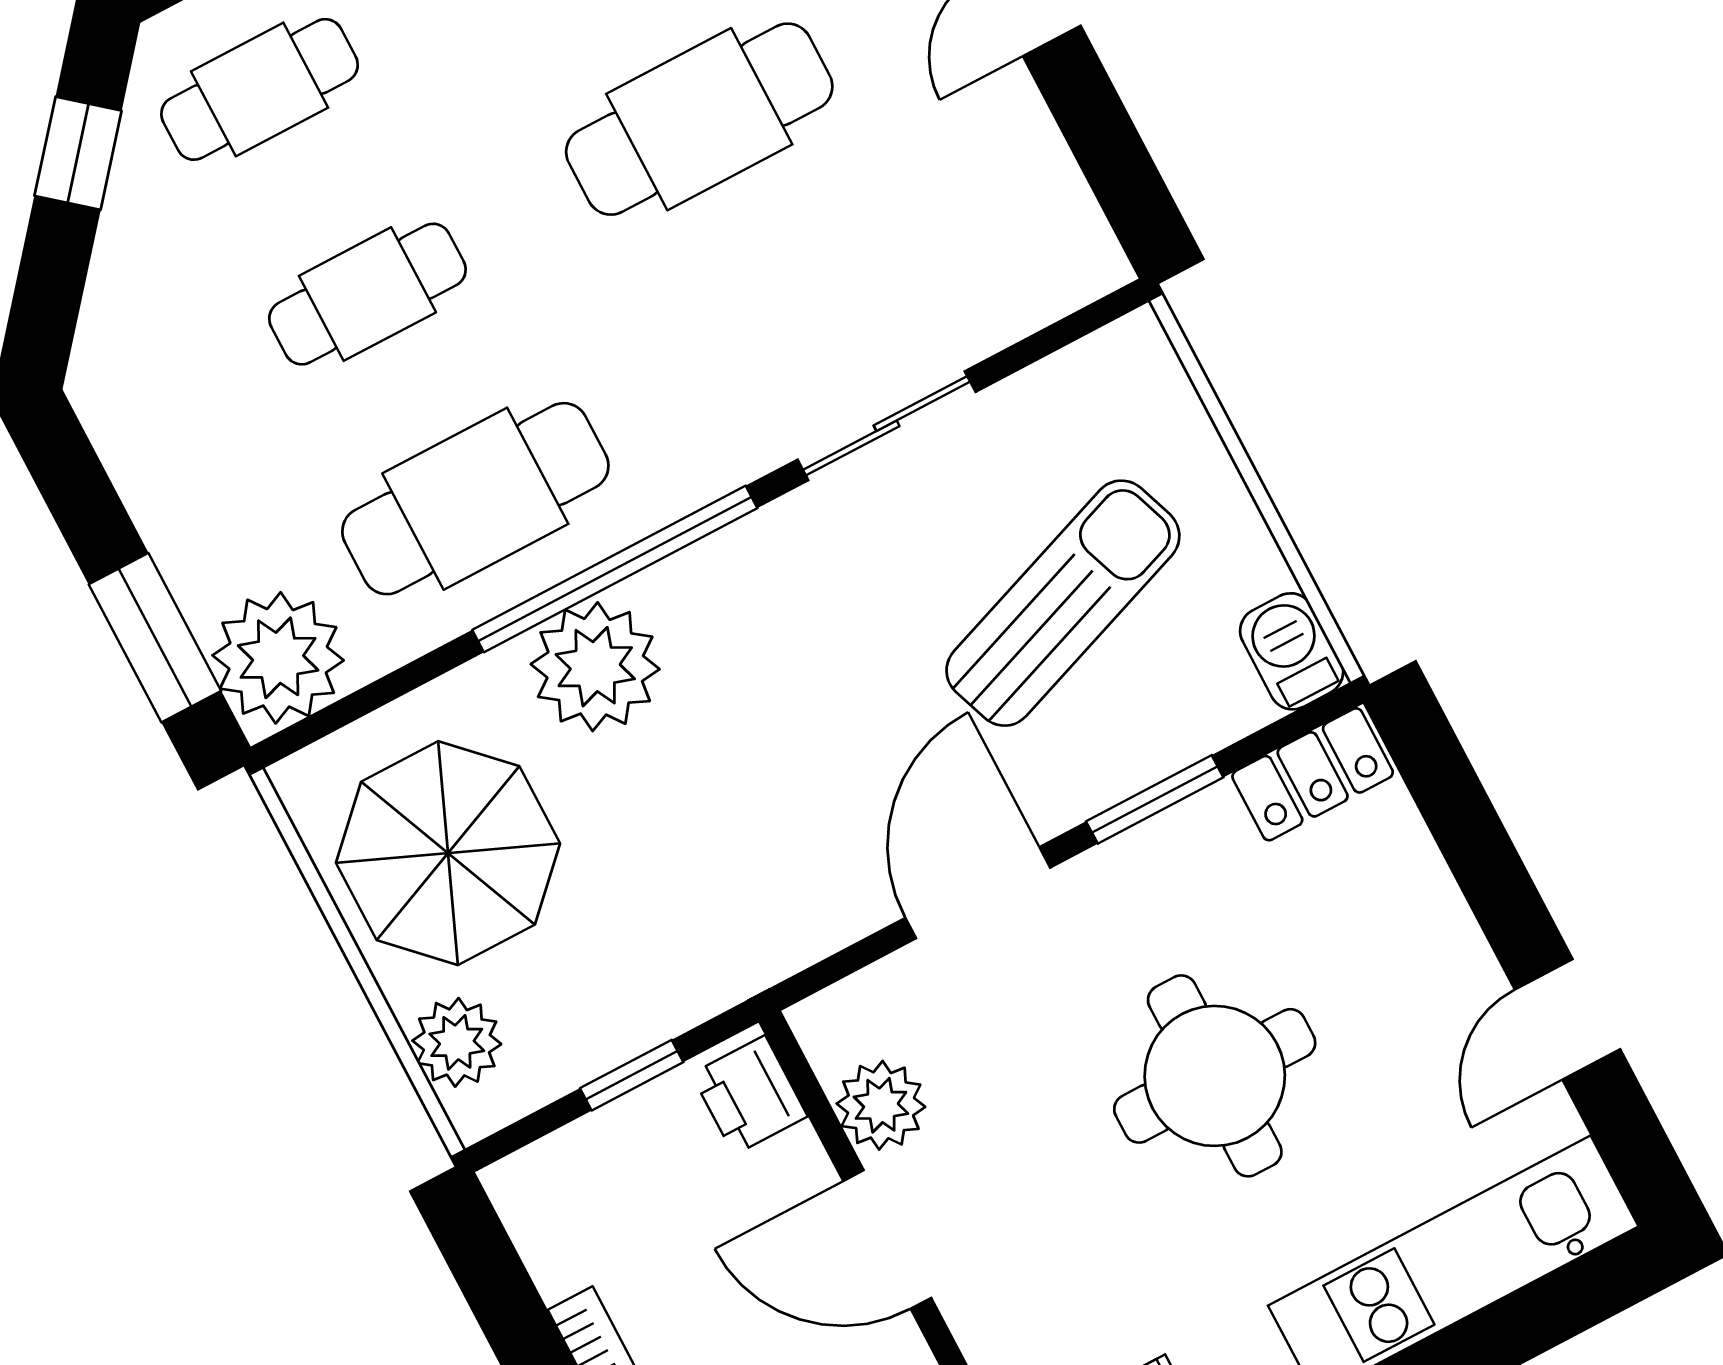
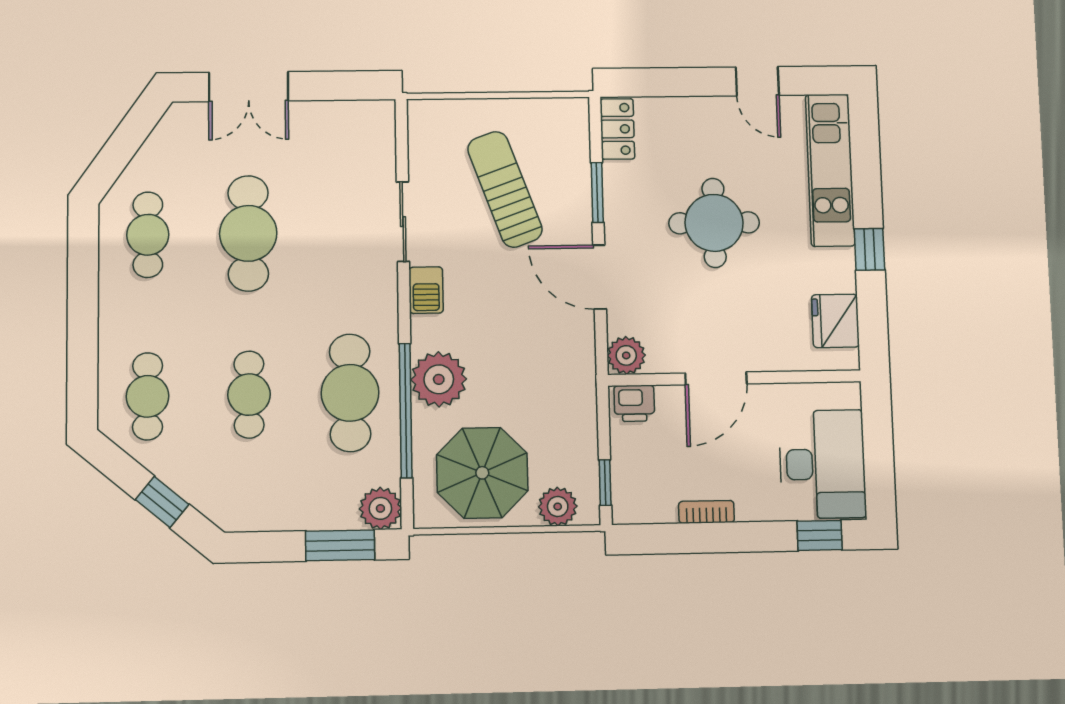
window: (78, 153) -> (162, 502), moved
window: (615, 569) -> (406, 410), moved
barbecue: (1292, 651) -> (426, 290), moved, turned -90
plant: (278, 658) -> (380, 508), width x0.73, depth x0.73
window: (632, 1075) -> (605, 483), moved
plant: (881, 1105) -> (626, 355), moved

